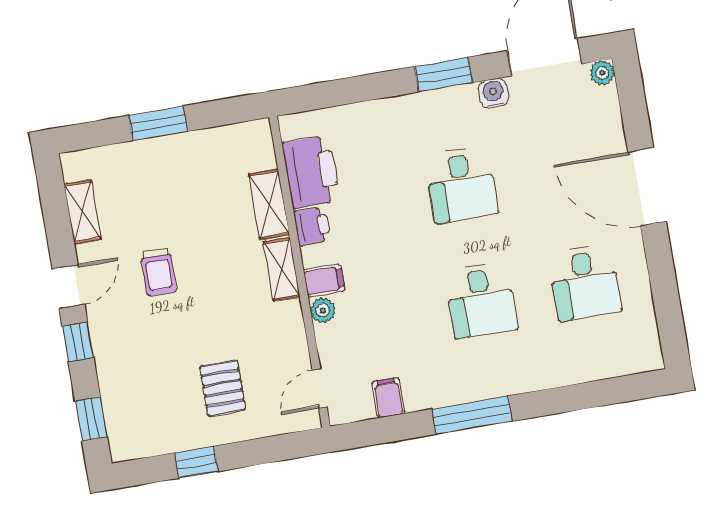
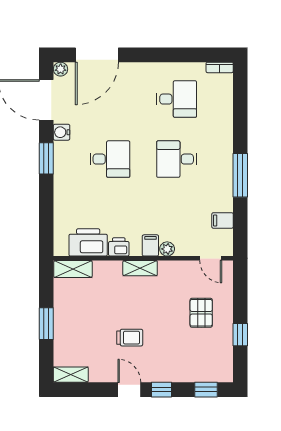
door: (647, 187) -> (97, 55), moved
shelving: (269, 204) -> (73, 269), moved
shelving: (82, 212) -> (71, 375), moved
desk: (481, 300) -> (177, 159), turned 180
bookcase: (652, 347) -> (220, 67), added
pallet: (223, 388) -> (201, 313), turned 90

